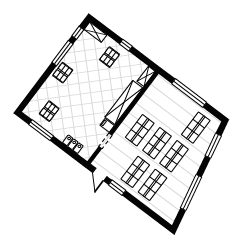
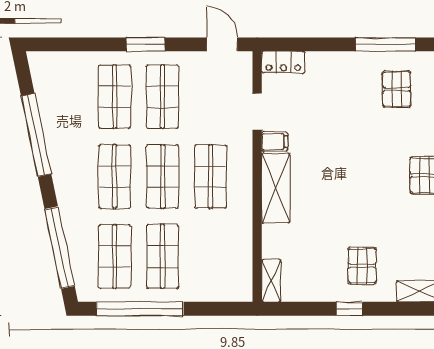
window: (189, 93) -> (140, 309), moved
shelving: (124, 103) -> (276, 188), width x0.68
shop shelf: (179, 115) -> (163, 256), added
locker: (73, 144) -> (283, 62), moved
window: (213, 146) -> (60, 248), width x1.46
window: (117, 188) -> (145, 44), moved

